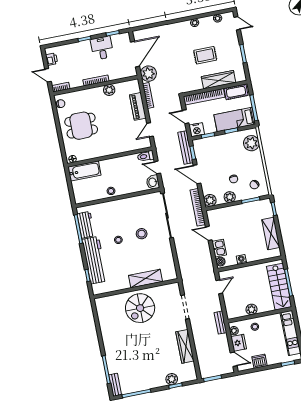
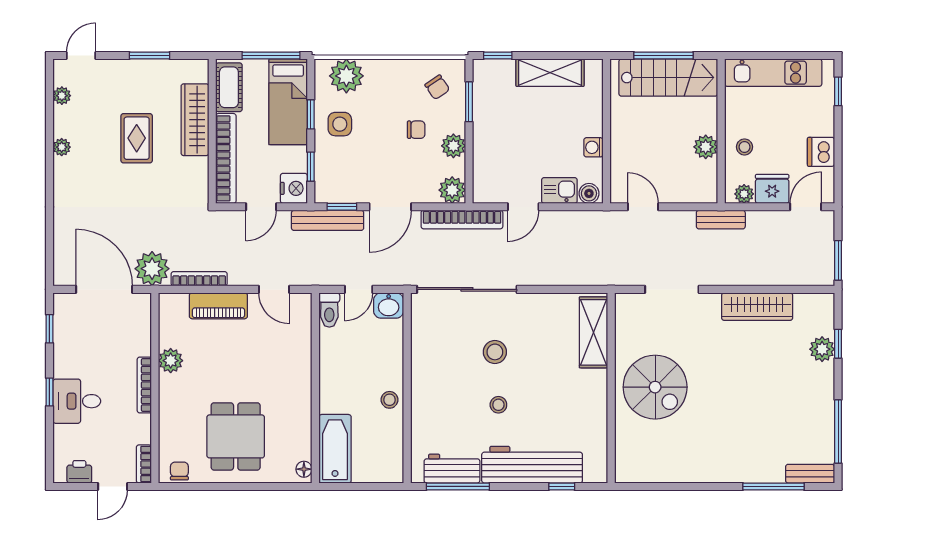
desk: (102, 48) -> (77, 401), moved
side table: (229, 144) -> (340, 124), added
shelving: (146, 278) -> (593, 332), moved

